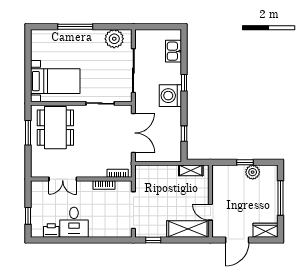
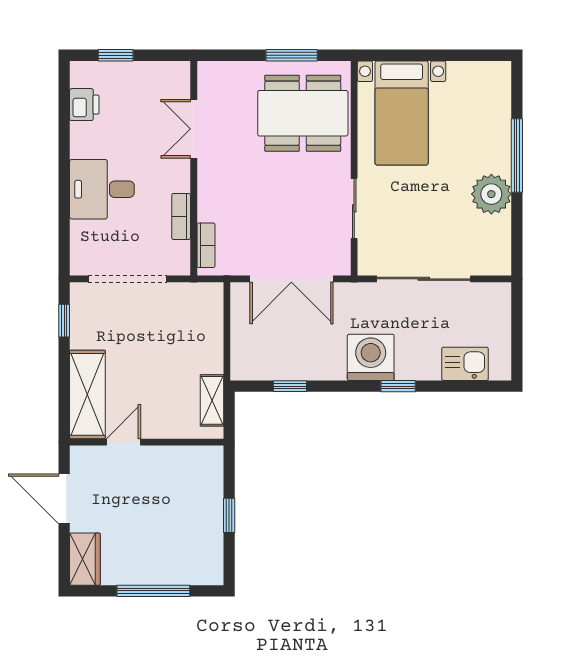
plant: (114, 39) -> (491, 194), moved
plant: (253, 172) -> (208, 532), removed
desk: (74, 222) -> (102, 189), moved

